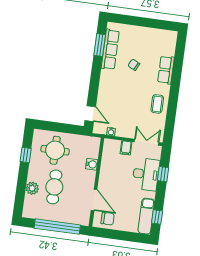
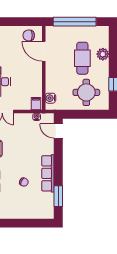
row of seats: (110, 49) -> (48, 173), moved
filing cabinet: (126, 148) -> (36, 104), moved
water cooler: (92, 164) -> (50, 98), moved

